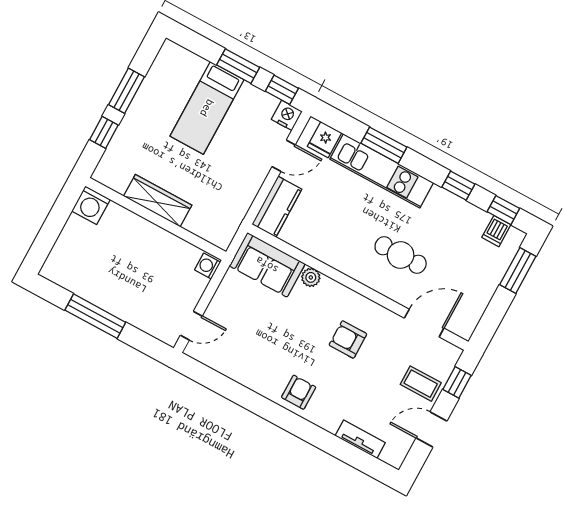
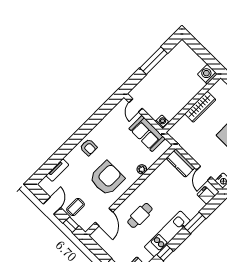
kitchen unit: (382, 171) -> (167, 234), moved
sofa: (267, 265) -> (147, 133), moved, turned -90
armchair: (348, 339) -> (107, 178), width x1.88, depth x1.88

